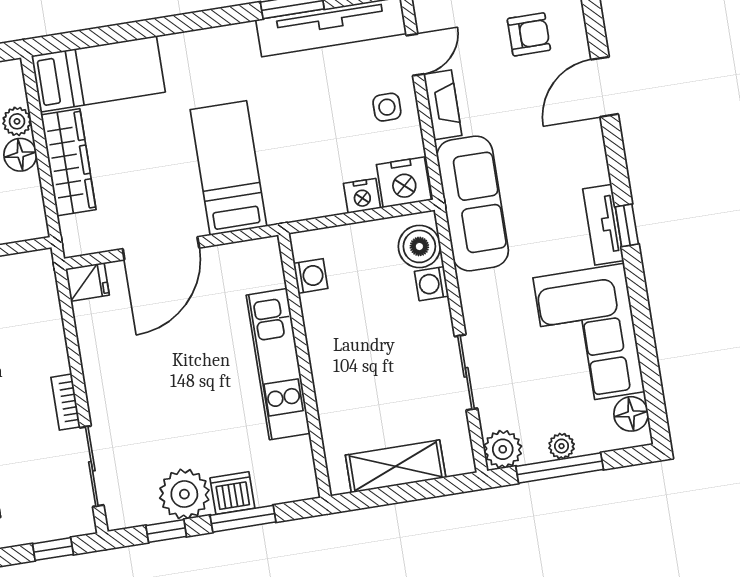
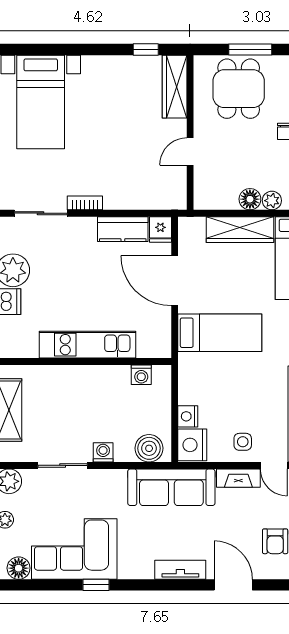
tv unit: (603, 225) -> (180, 570), moved
window: (627, 225) -> (96, 585), moved
washing machine: (432, 284) -> (103, 452), moved
kitchen counter: (96, 339) -> (123, 229), added

